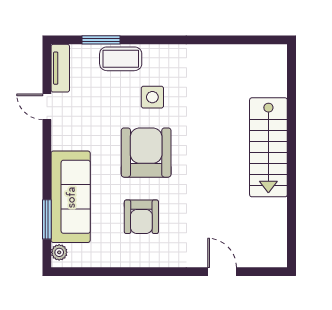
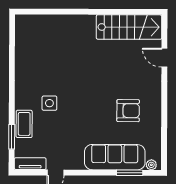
stairs: (268, 147) -> (129, 27), moved
armchair: (146, 153) -> (86, 107), removed
door: (222, 272) -> (164, 58), hinge flipped

